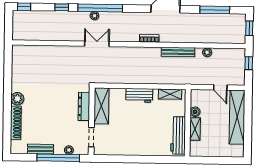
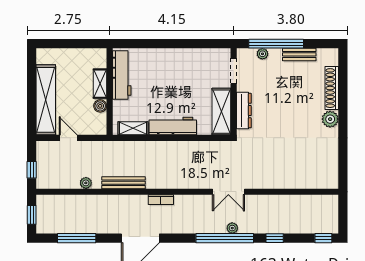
workbench: (139, 95) -> (173, 126), width x1.38

